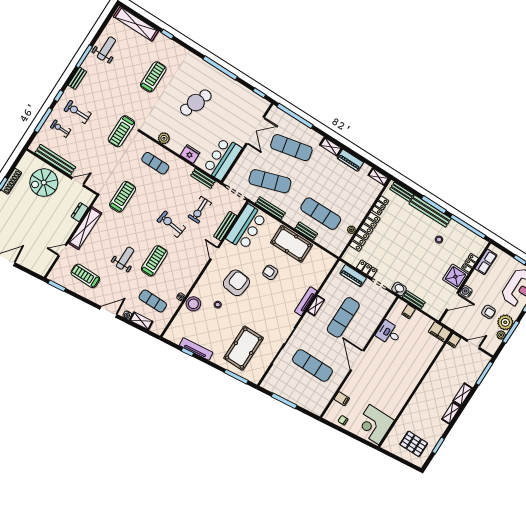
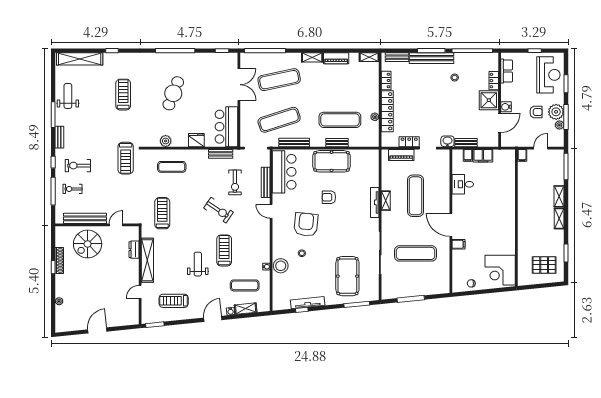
exercise bike: (171, 224) -> (218, 210), turned -153
filing cabinet: (440, 332) -> (483, 156), moved
filing cabinet: (342, 399) -> (458, 244), moved

